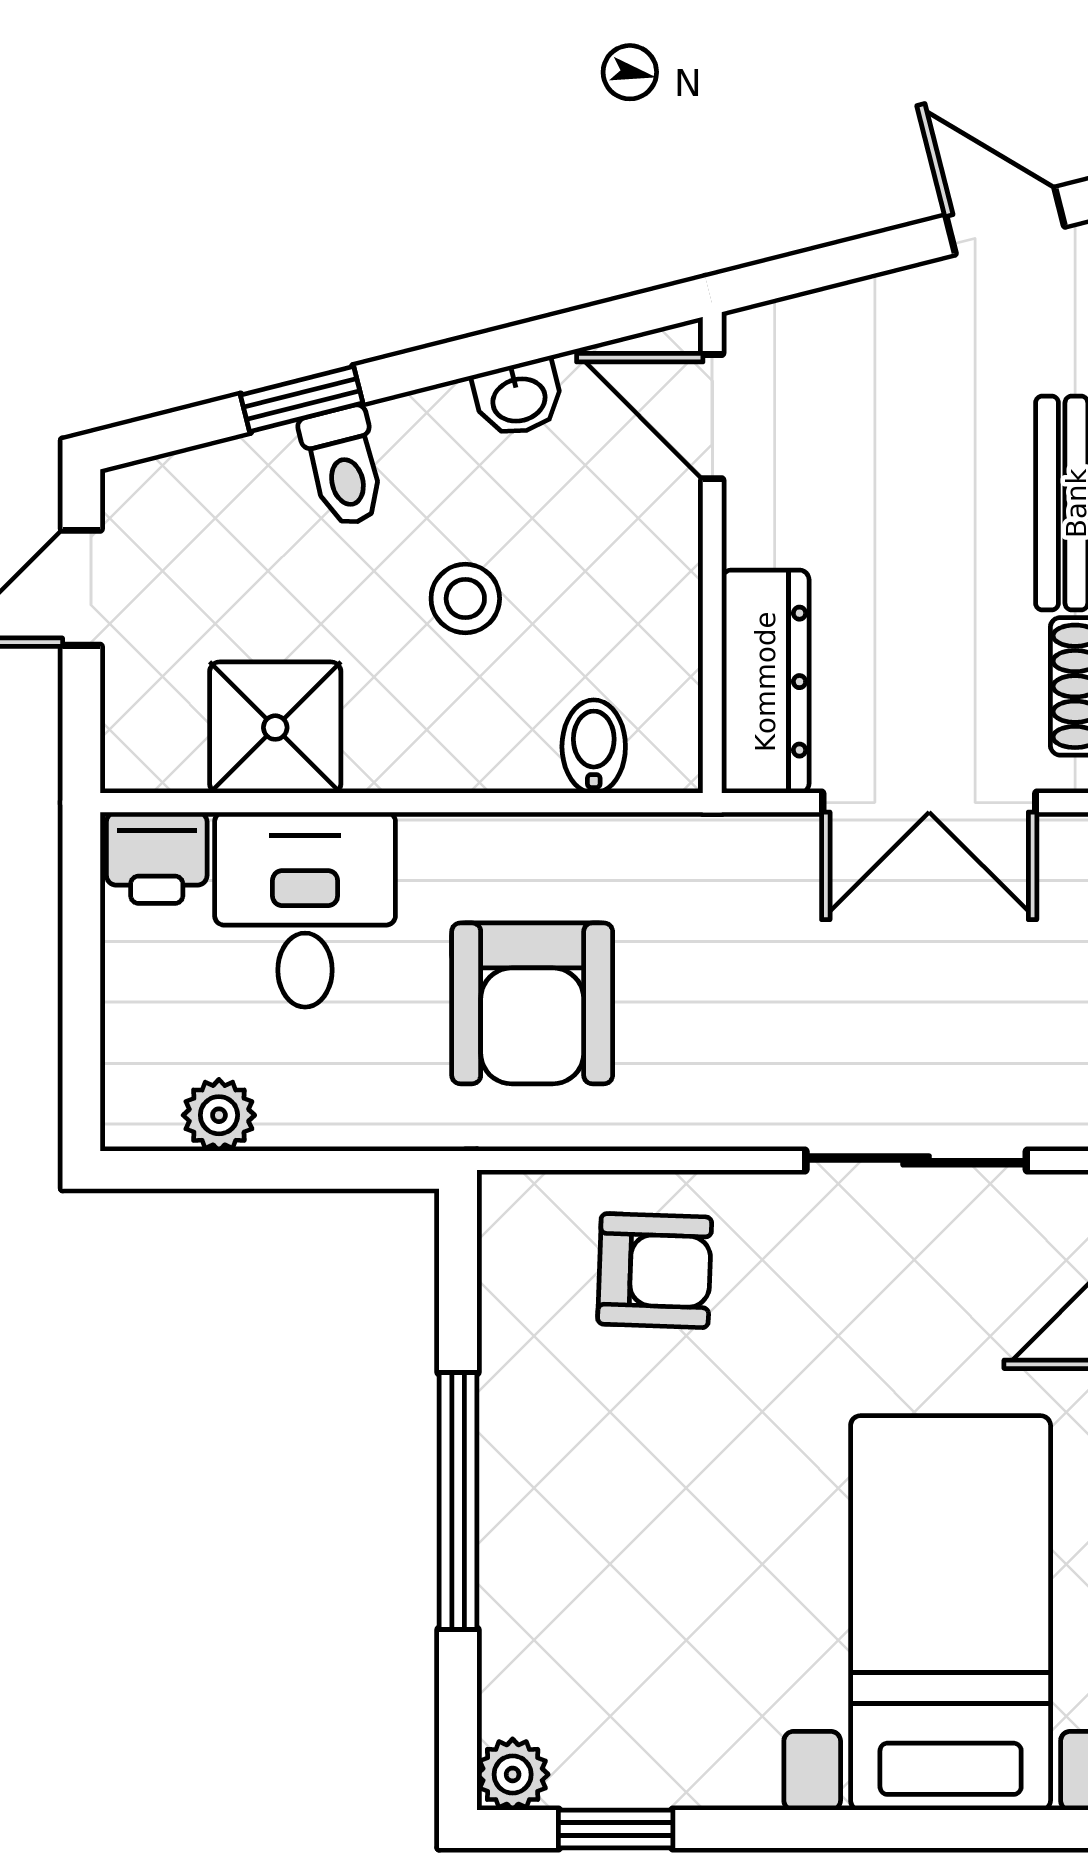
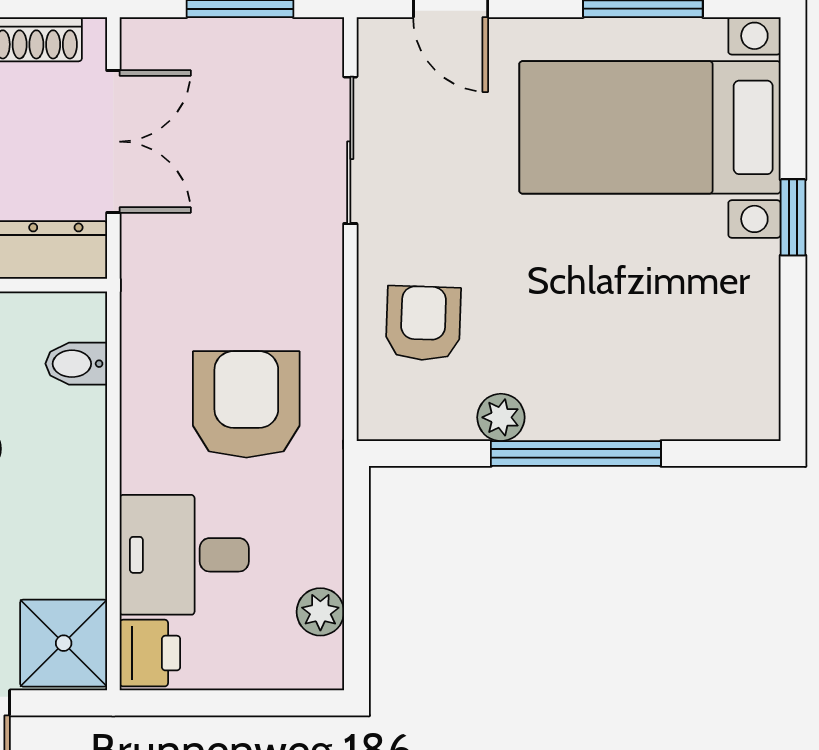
shower: (275, 728) -> (64, 643), moved
armchair: (532, 1003) -> (246, 404), turned -90
plant: (513, 1774) -> (501, 417), moved
window: (616, 1829) -> (793, 217), moved

